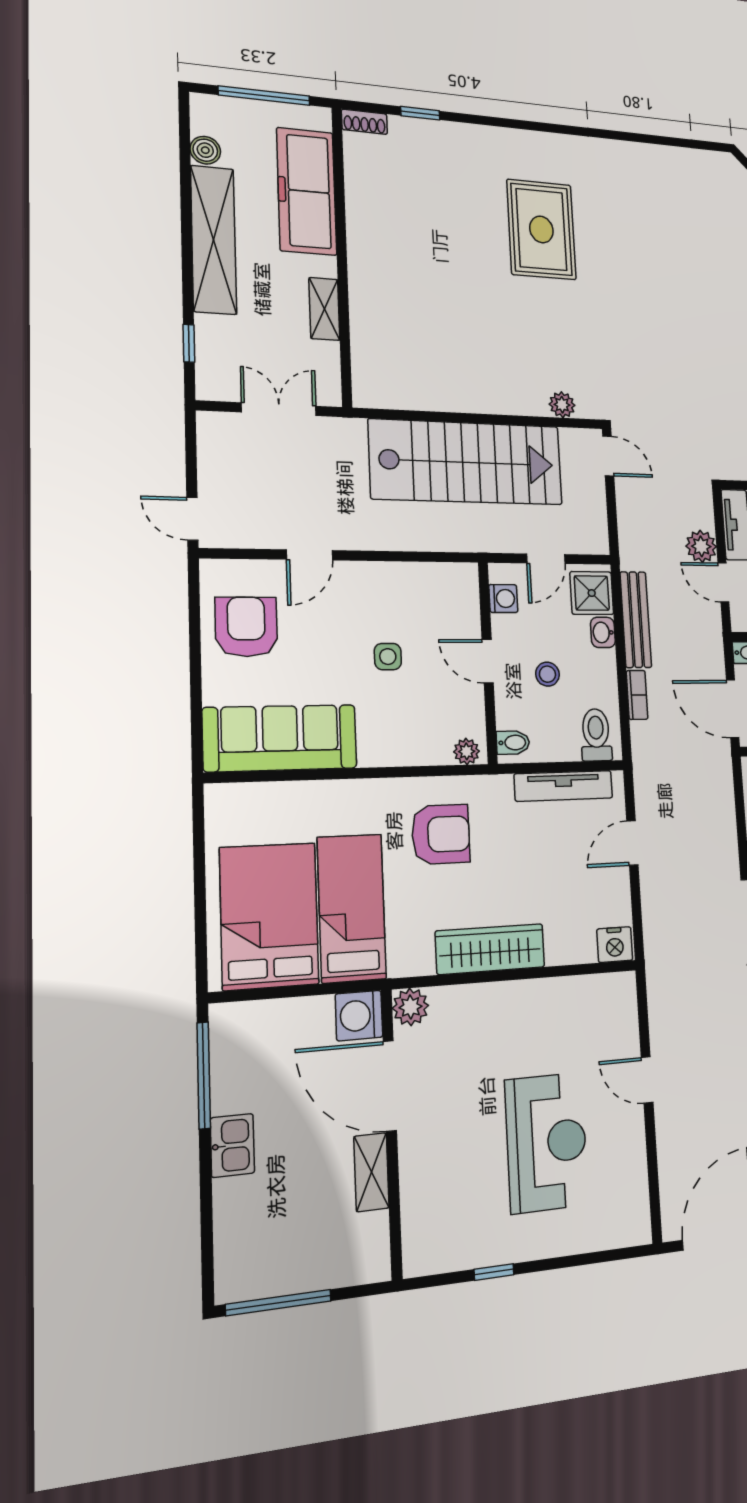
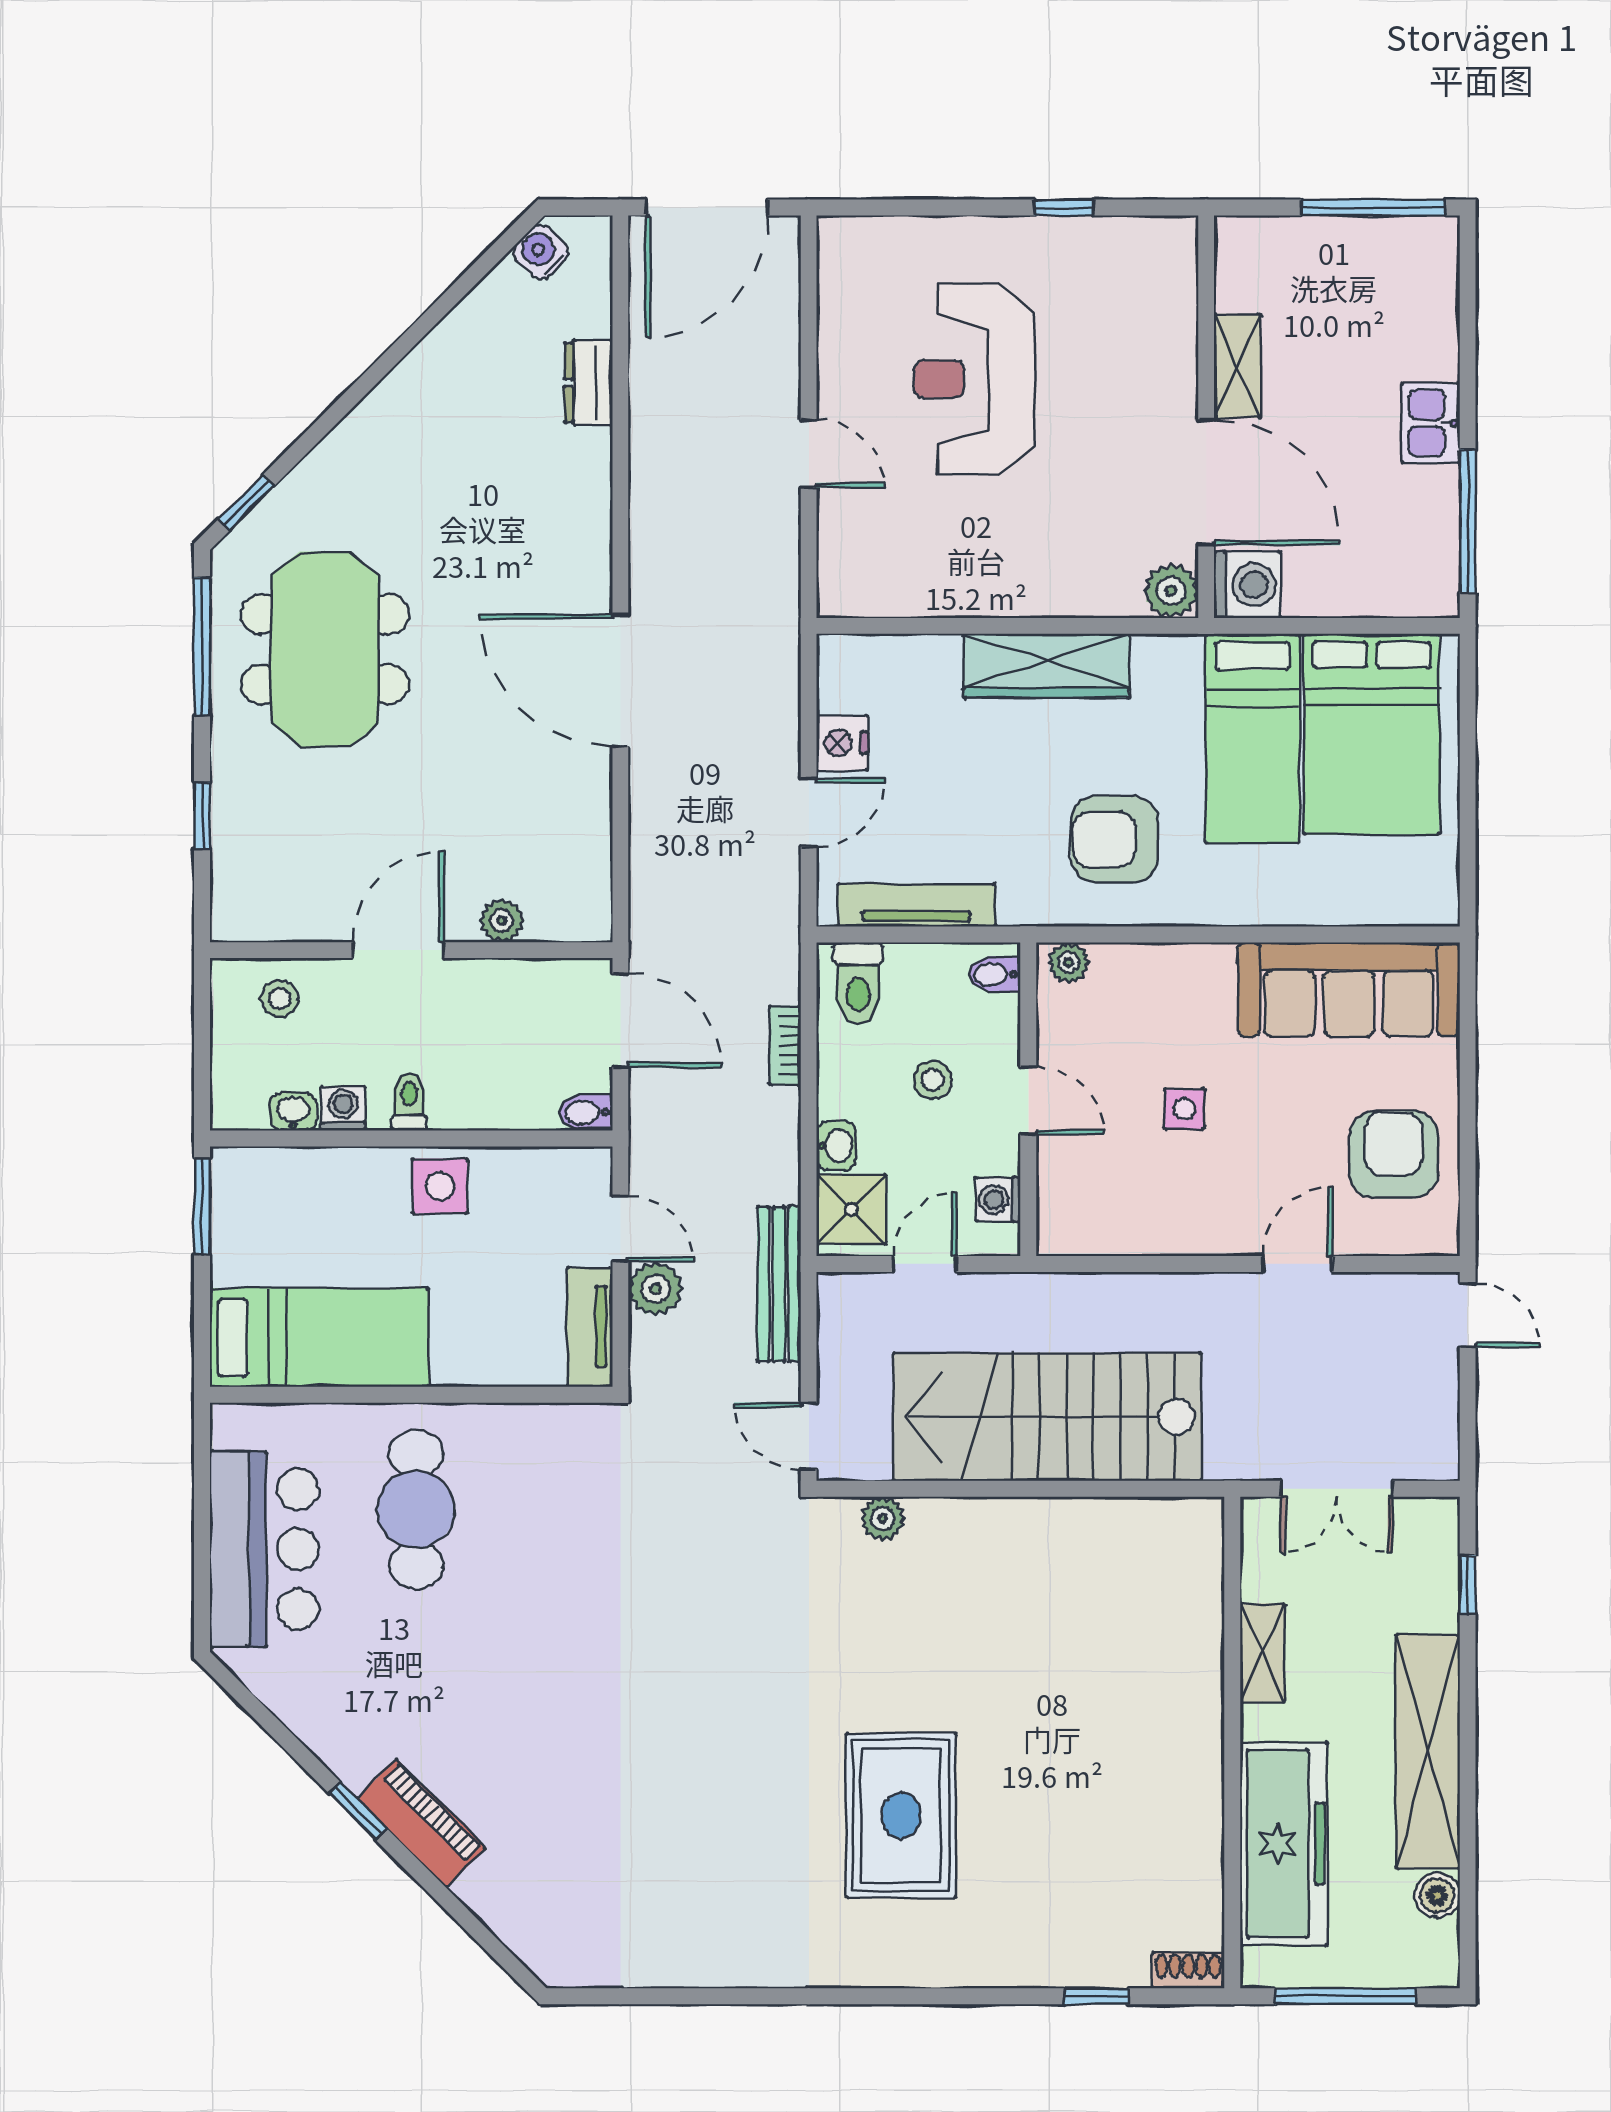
bench: (636, 620) -> (779, 1284), moved
armchair: (246, 627) -> (1394, 1154), turned 180
nightstand: (615, 945) -> (842, 743), moved, turned -90

